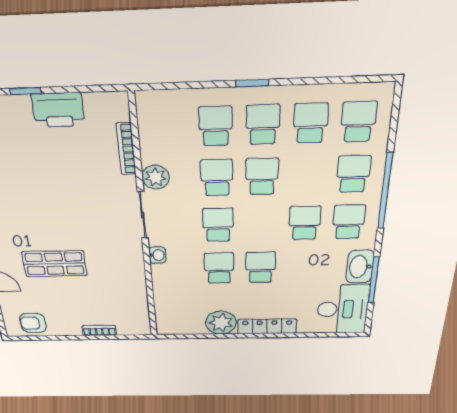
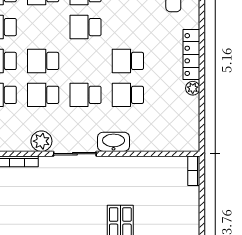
washbasin: (157, 255) -> (114, 142), width x1.91, depth x1.45
plant: (221, 323) -> (193, 88), width x0.53, depth x0.53
bookcase: (99, 331) -> (194, 171), moved

